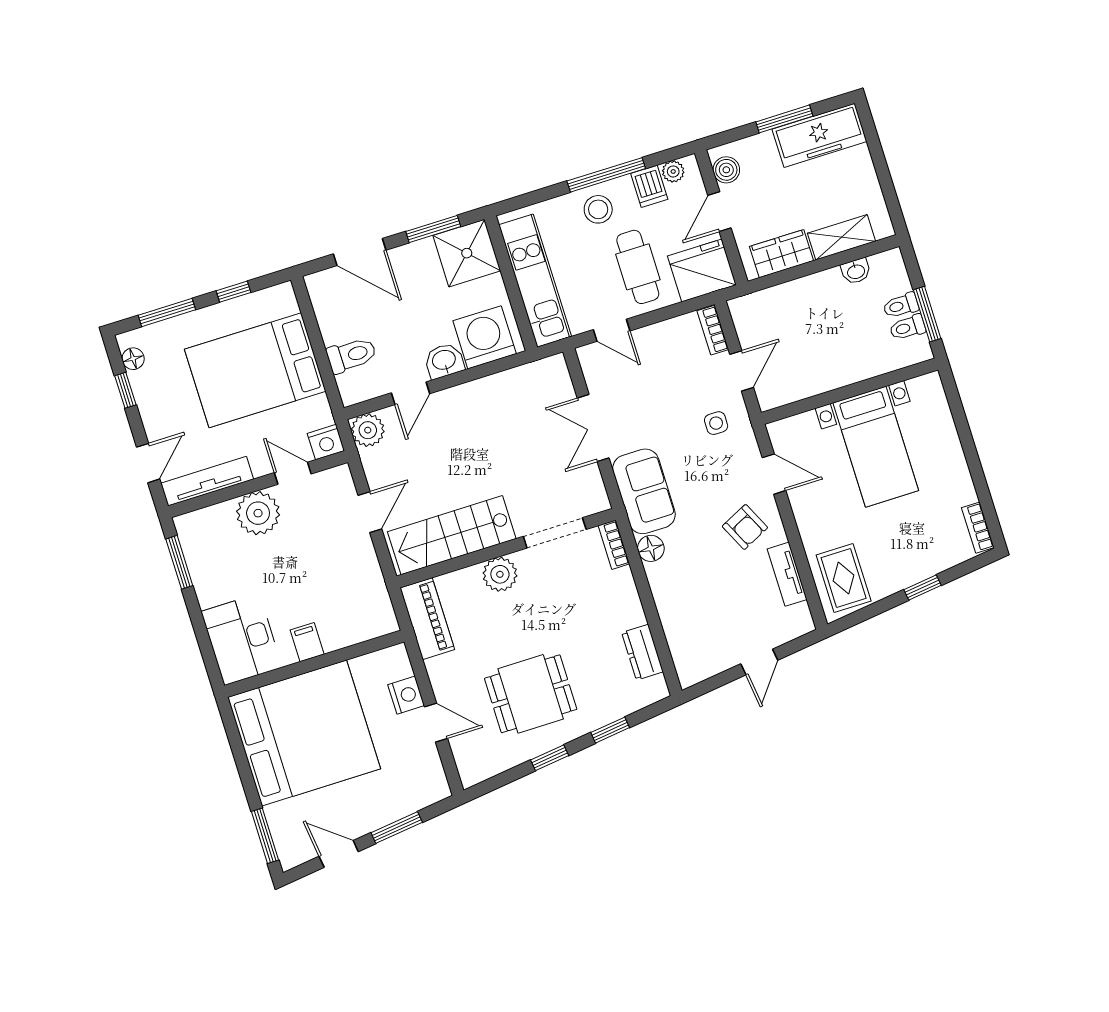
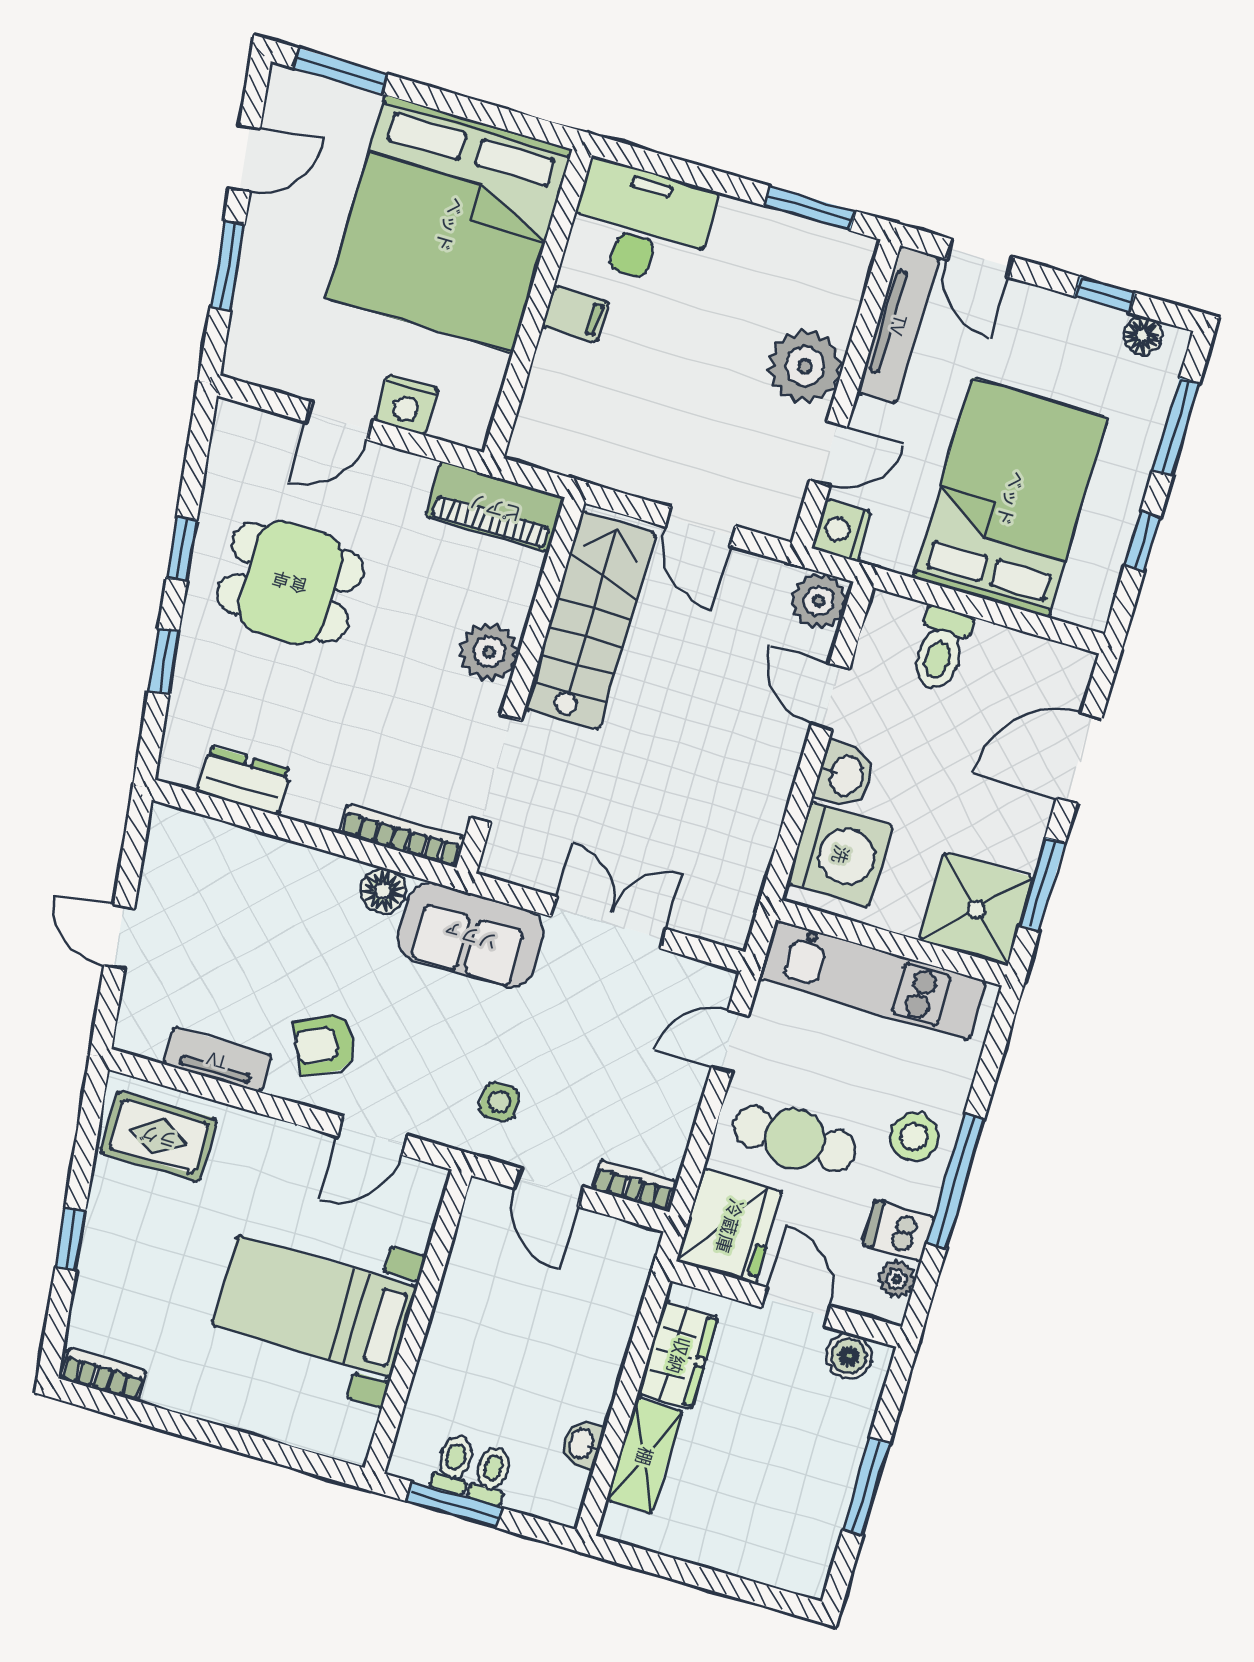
freezer: (819, 135) -> (810, 1521), removed
bookcase: (614, 545) -> (402, 836), width x1.56
dining table: (531, 694) -> (290, 582), turned 90

